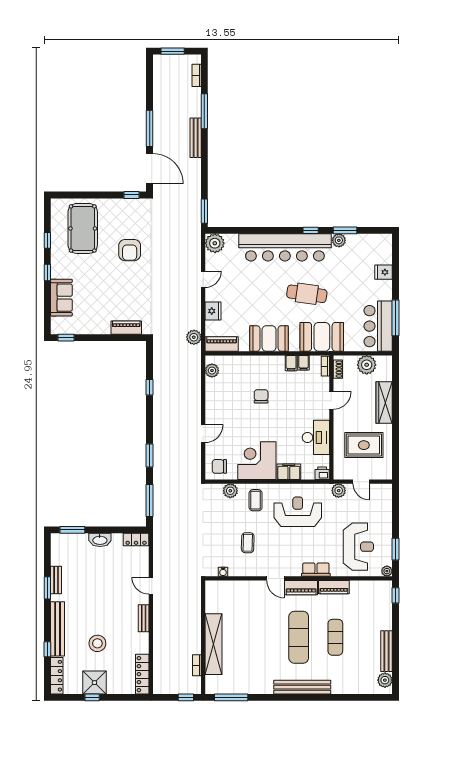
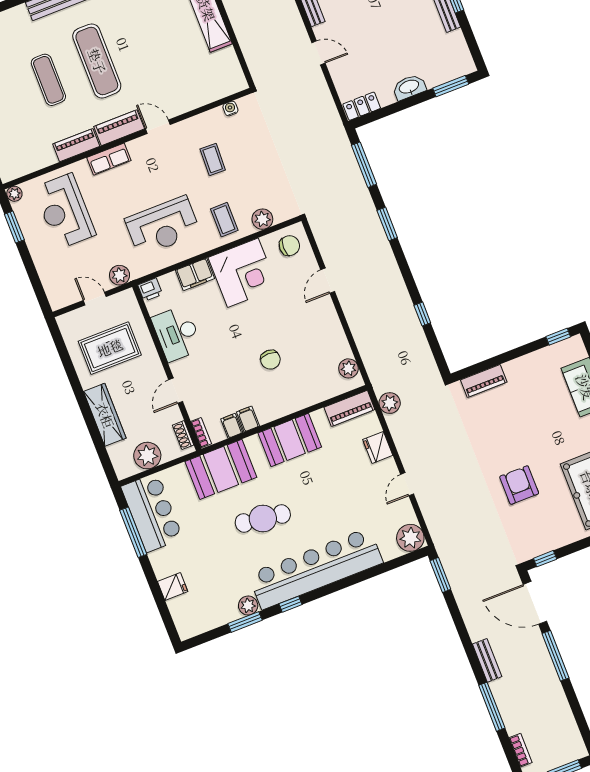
bench: (196, 138) -> (487, 660), width x0.73

